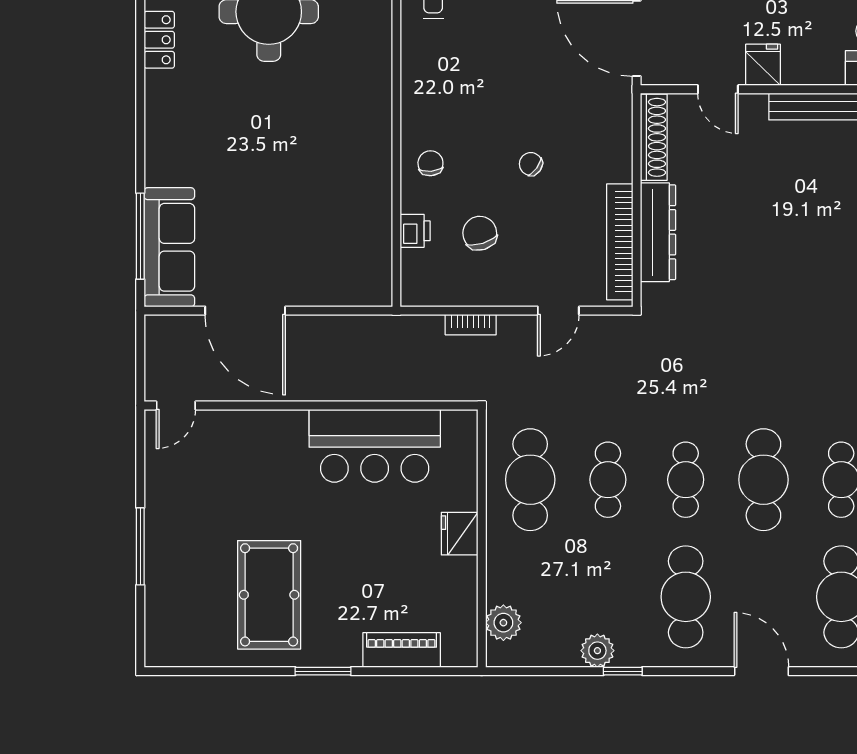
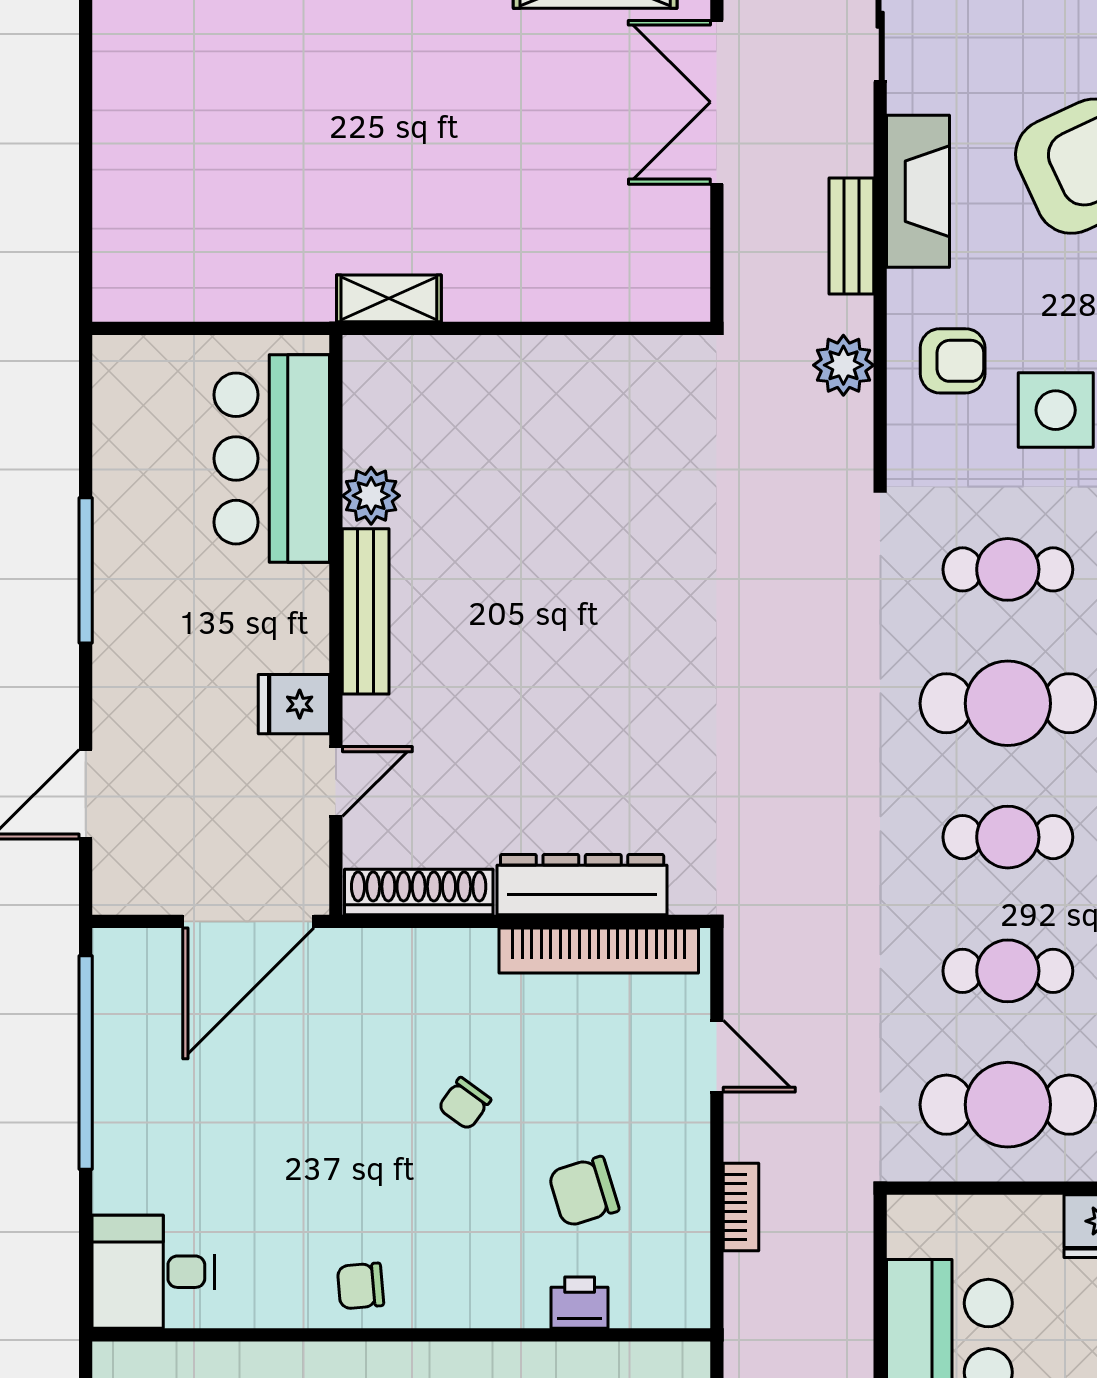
chair: (430, 163) -> (360, 1286), moved

